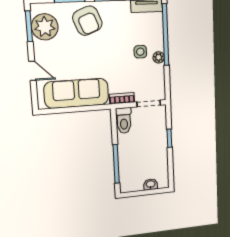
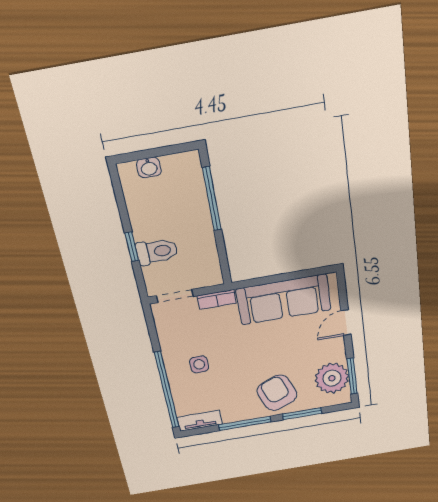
plant: (159, 57) -> (171, 360), removed
door: (32, 71) -> (346, 323), hinge flipped
toilet: (124, 121) -> (157, 252), moved, turned 90

